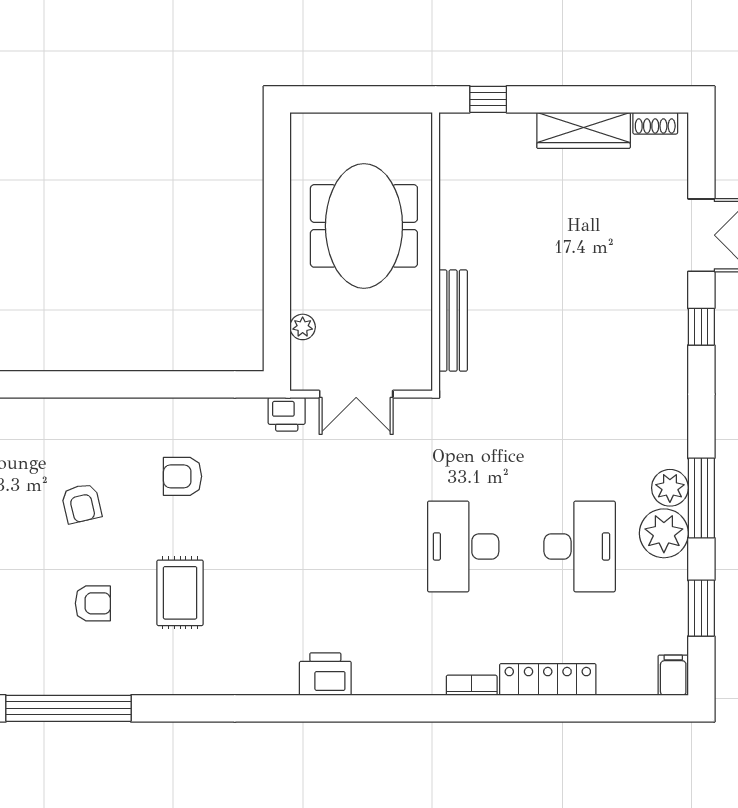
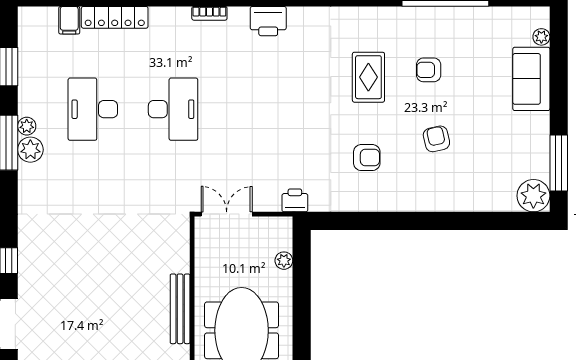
bench: (453, 321) -> (180, 309), moved
double door: (356, 394) -> (227, 214), moved
plant: (664, 533) -> (27, 126), width x0.53, depth x0.53
filing cabinet: (673, 675) -> (69, 20), moved
bookcase: (472, 685) -> (209, 13), moved

